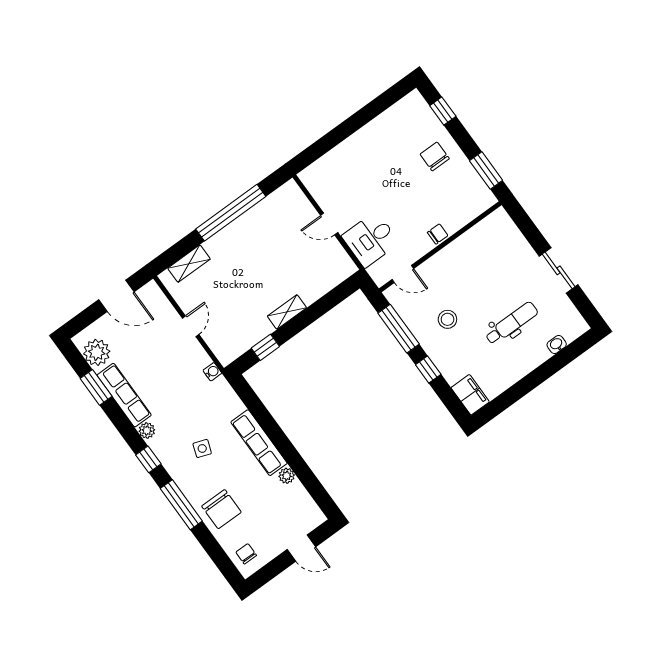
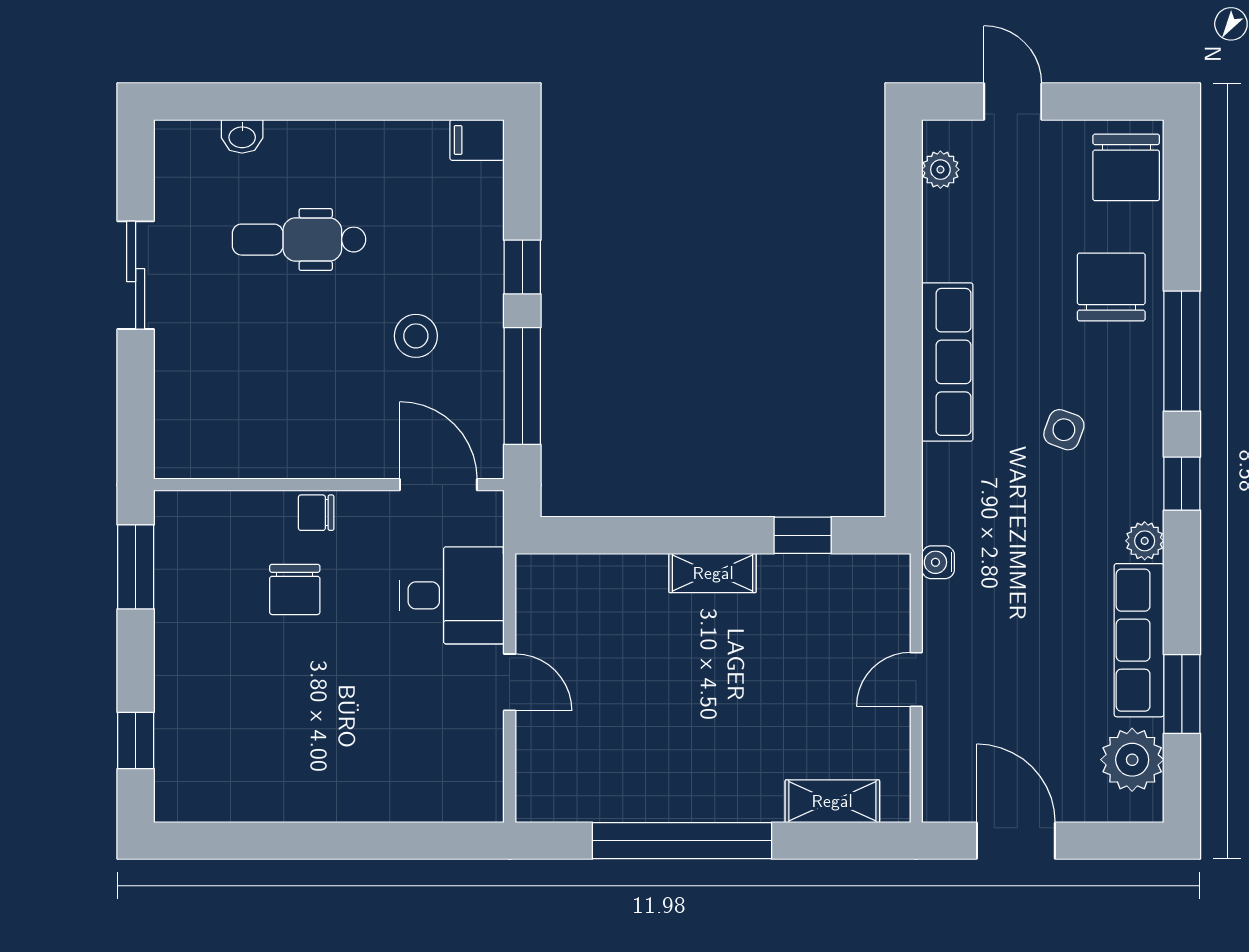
chair: (435, 156) -> (295, 589), moved
door: (403, 274) -> (438, 485), width x1.38
filing cabinet: (470, 395) -> (477, 140), width x0.50
plant: (287, 476) -> (940, 170), moved
chair: (246, 554) -> (1126, 167), width x1.87, depth x1.87

